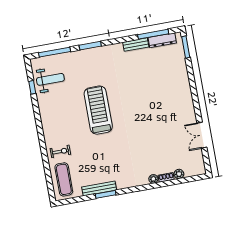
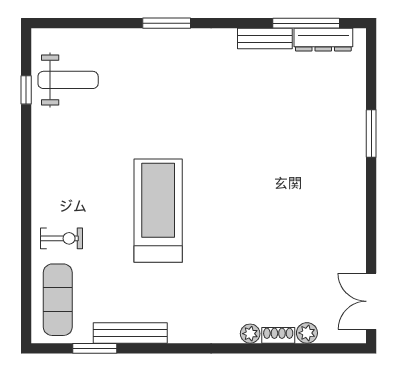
window: (186, 47) -> (371, 134), moved
window: (55, 52) -> (88, 23), removed
treadmill: (98, 110) -> (158, 211), moved
double door: (202, 135) -> (371, 301), moved
window: (106, 194) -> (95, 348), moved

